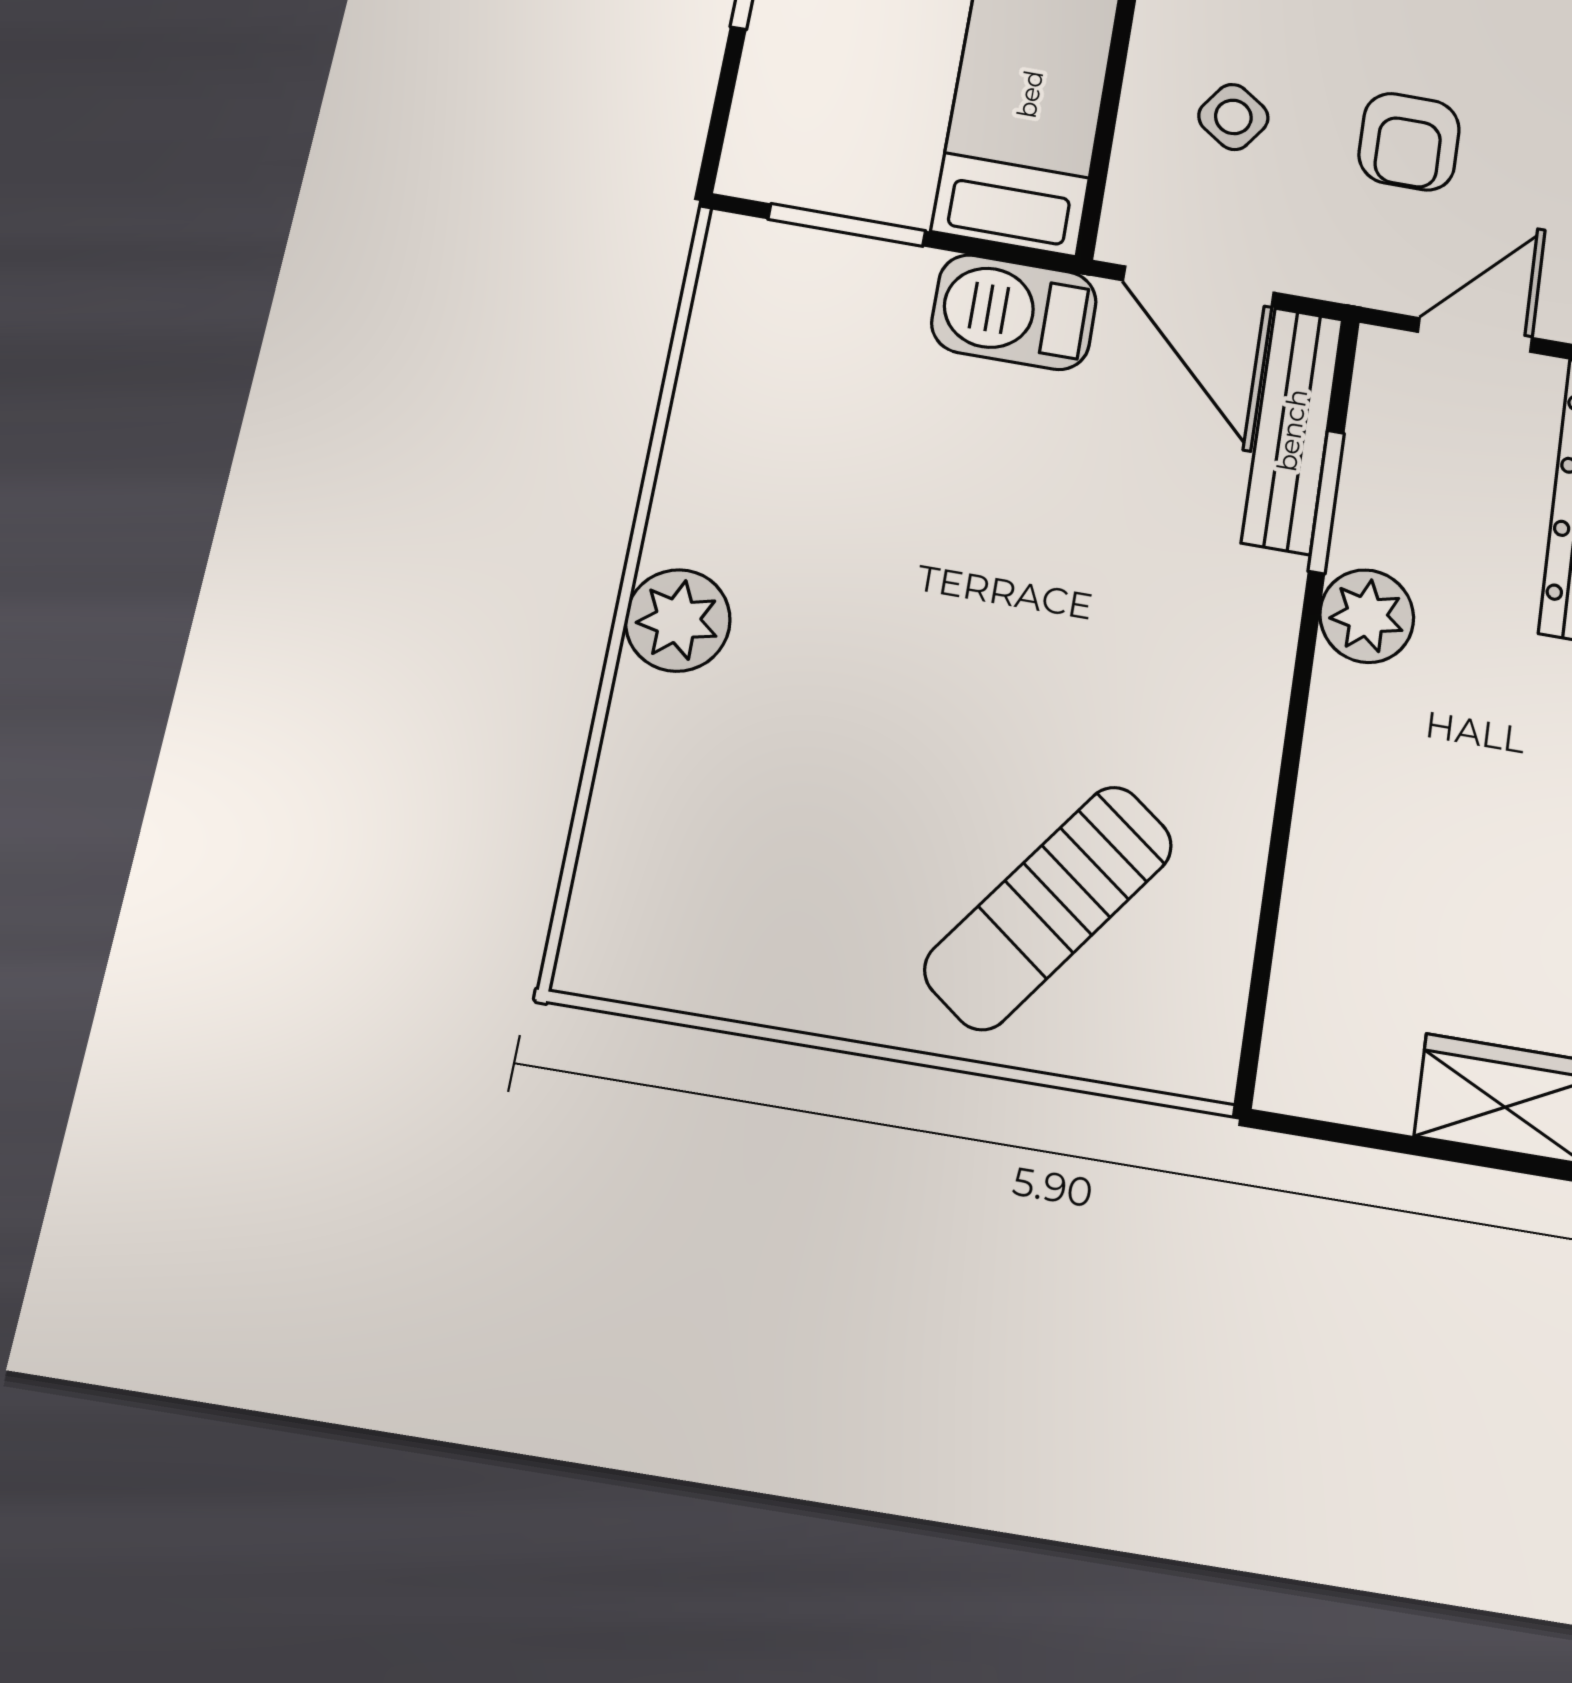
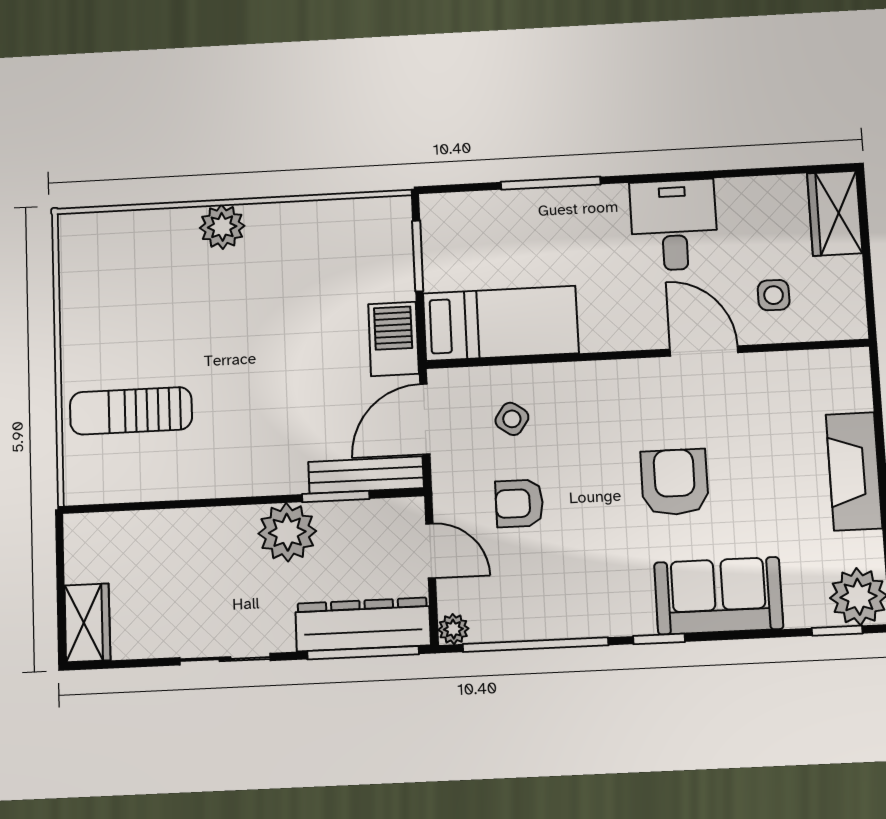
plant: (1367, 616) -> (287, 532), width x1.36, depth x1.36
sun lounger: (1049, 907) -> (131, 411), turned -37

